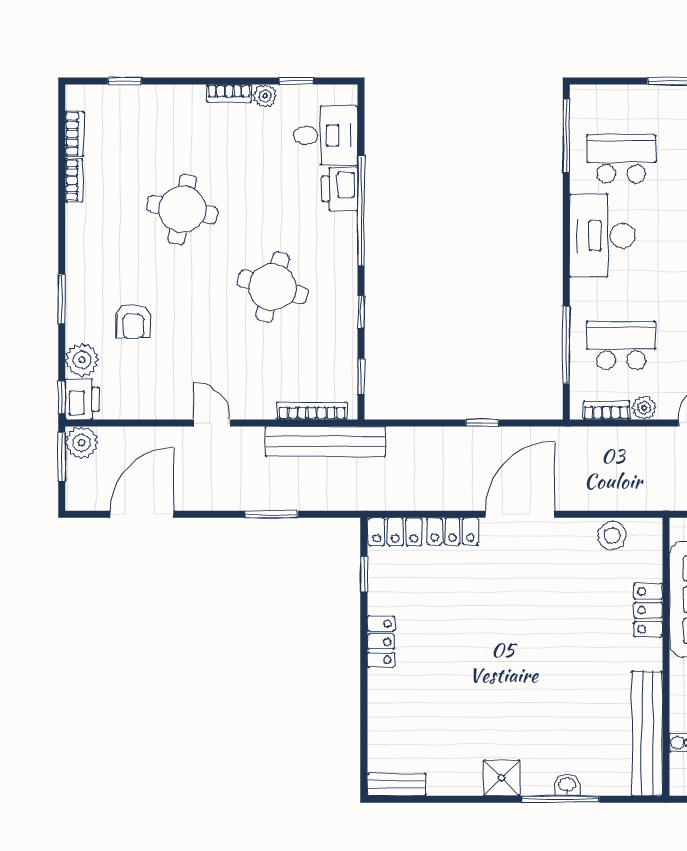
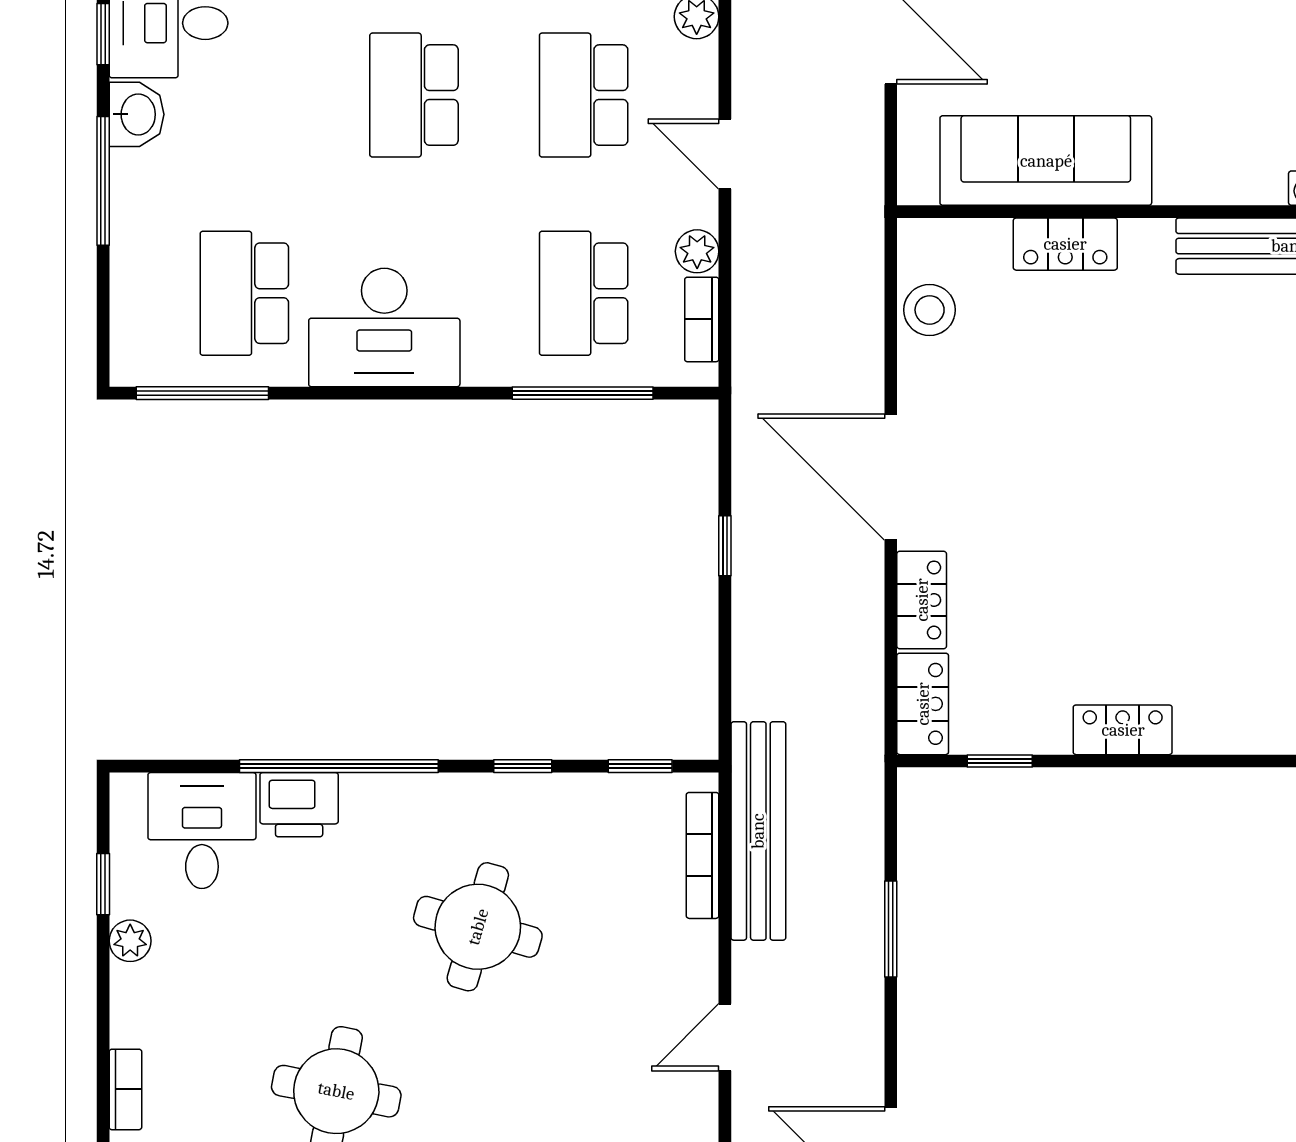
bookcase: (229, 93) -> (125, 1089), moved

